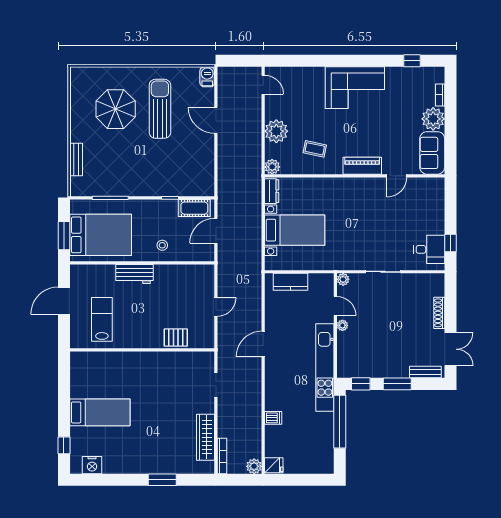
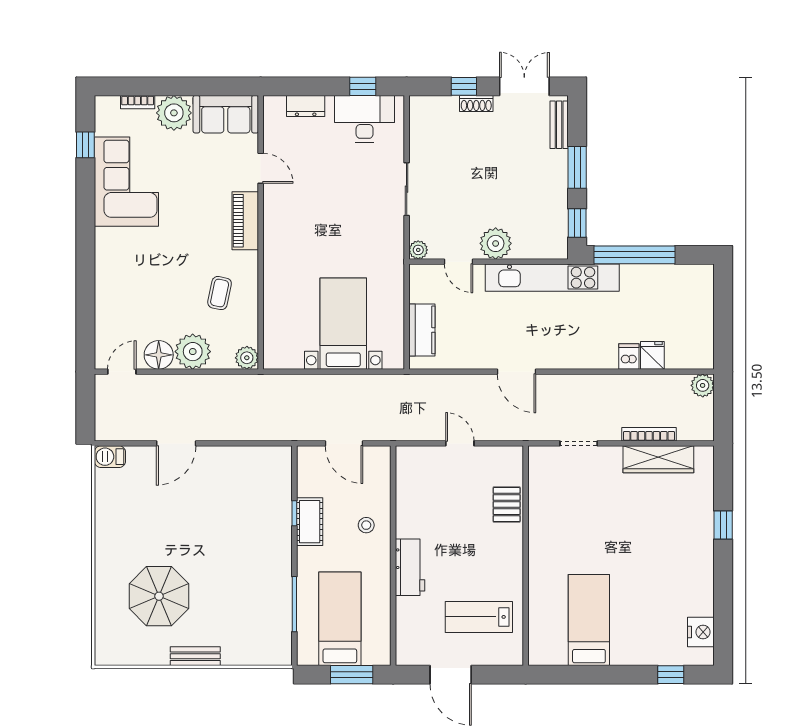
corner sofa: (355, 88) -> (126, 182), moved
sun lounger: (160, 109) -> (159, 529), removed
floor lamp: (274, 109) -> (159, 355), added
bench: (76, 159) -> (195, 656), moved
dresser: (272, 191) -> (306, 106), moved, turned 180
cot: (194, 208) -> (310, 522), moved
bed: (101, 235) -> (340, 619), width x0.67
desk: (429, 249) -> (365, 119), width x1.37
door: (335, 306) -> (459, 262), swing flipped
window: (451, 309) -> (464, 86), added
shoe rack: (439, 313) -> (476, 103), width x0.70
plant: (342, 325) -> (496, 243), width x1.87, depth x1.87
bed: (100, 412) -> (589, 620), moved
bookcase: (222, 456) -> (649, 434), moved
fridge: (274, 465) -> (652, 355), moved
window: (162, 480) -> (723, 525), width x0.67

